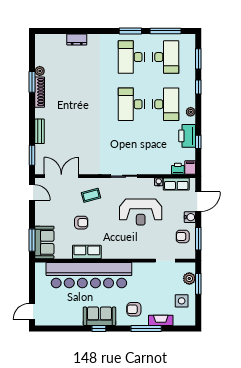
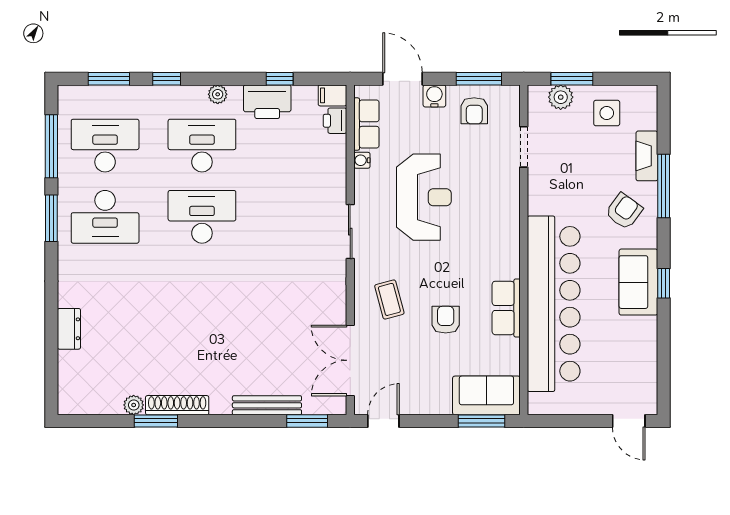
desk: (131, 104) -> (202, 217), turned 180
bench: (40, 131) -> (267, 405), width x1.36
armchair: (134, 309) -> (624, 211), turned -144

